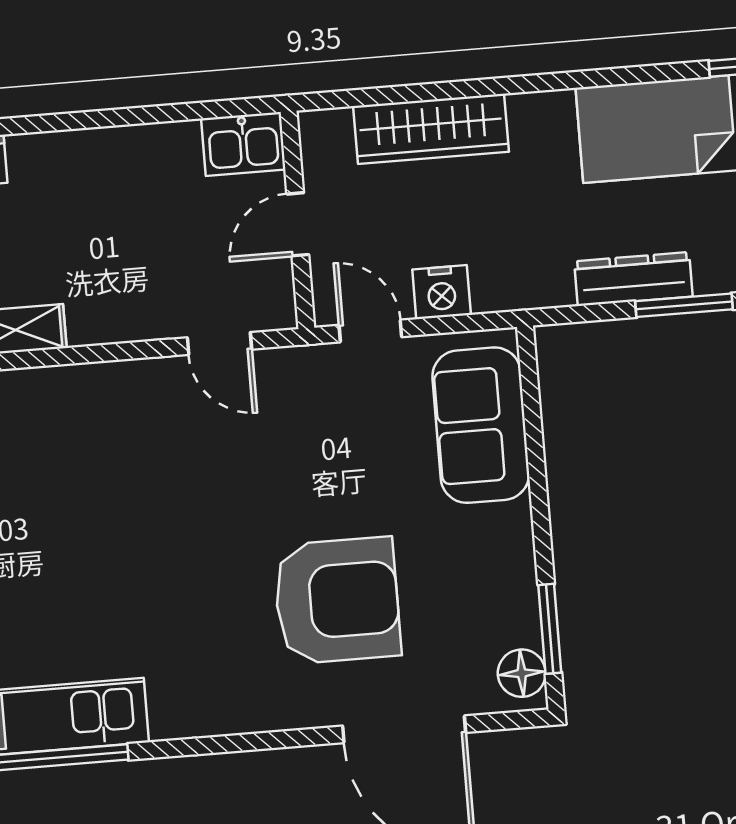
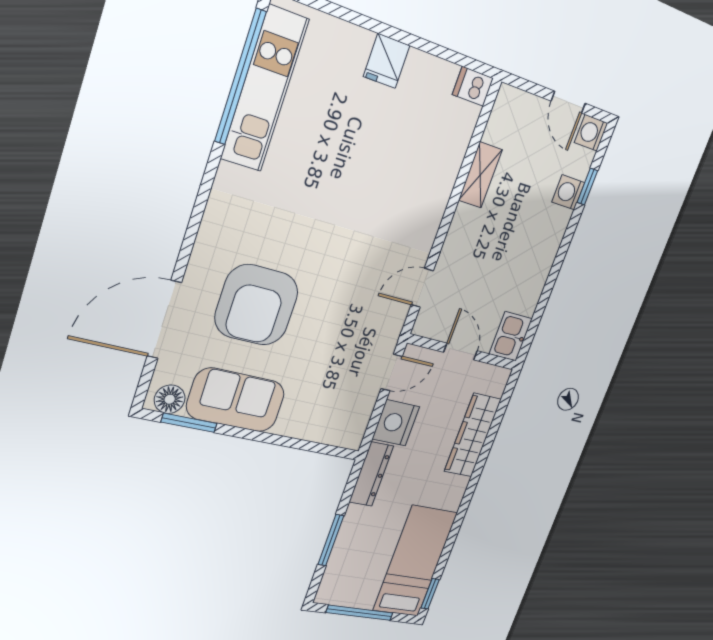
dresser: (633, 279) -> (371, 474), moved
nightstand: (442, 292) -> (396, 423), width x1.36, depth x1.33
sofa: (481, 425) -> (236, 400), moved

